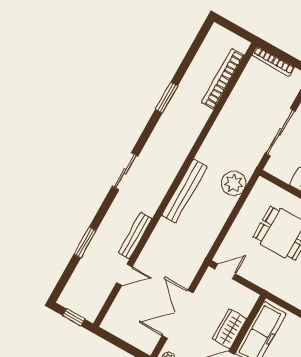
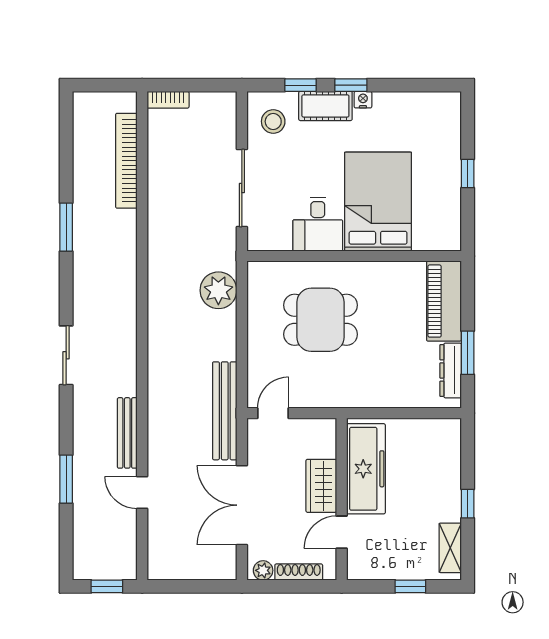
bookcase: (273, 61) -> (168, 100), width x0.64
bench: (184, 191) -> (225, 411), moved
door: (124, 275) -> (142, 492), swing flipped

